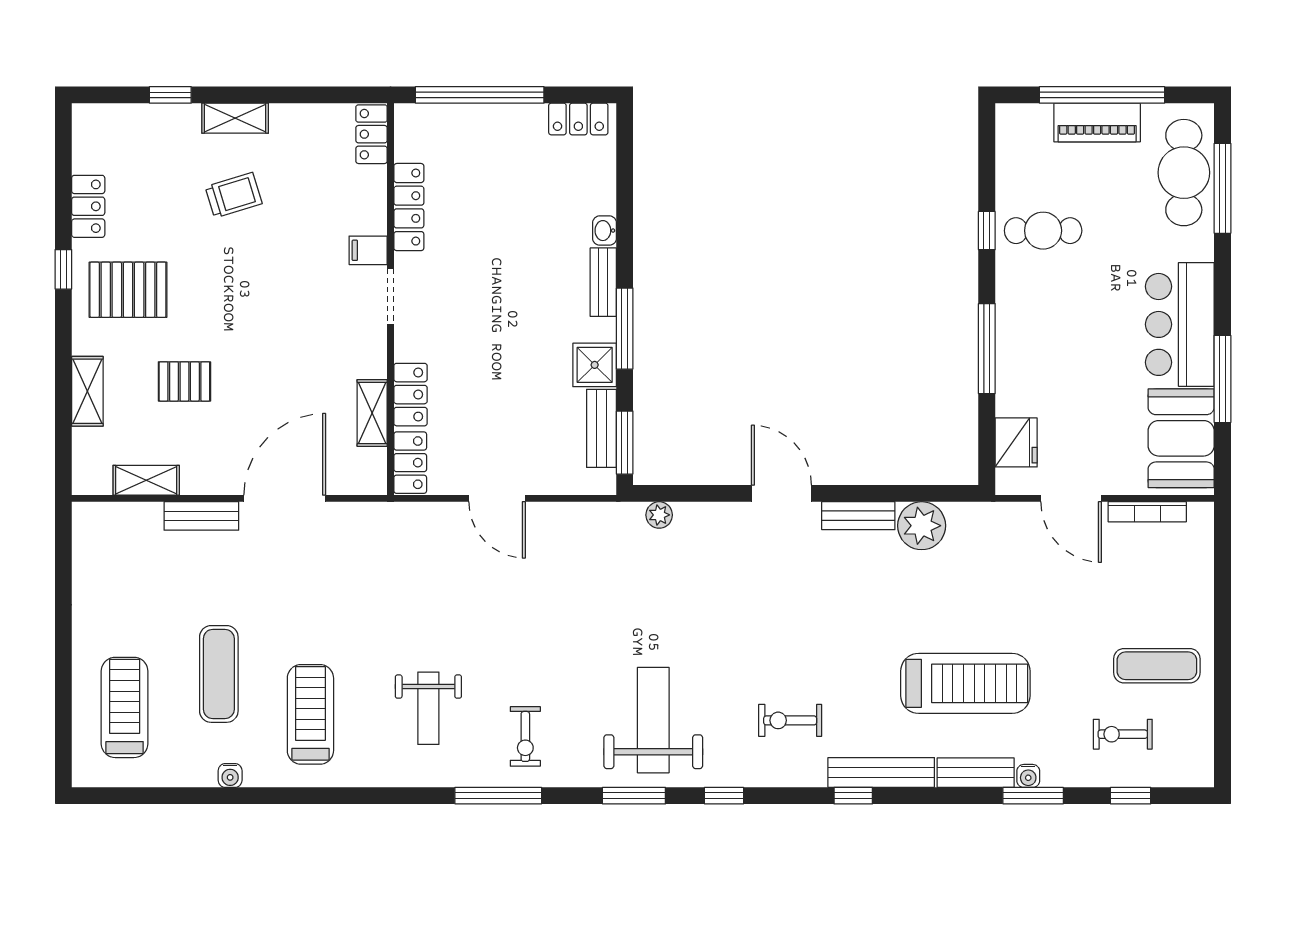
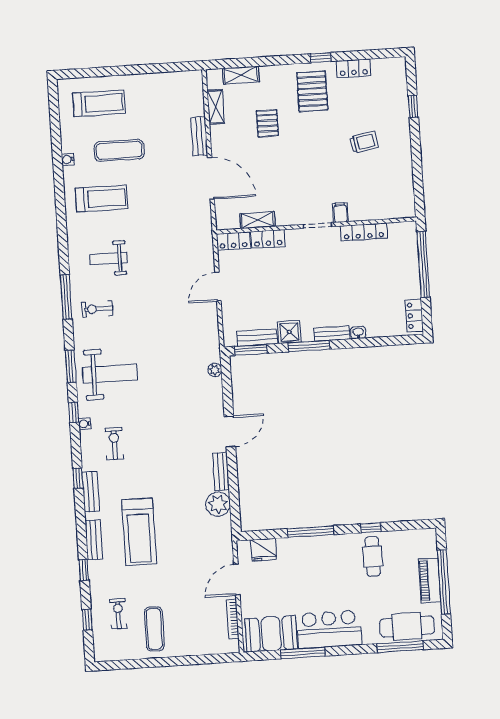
shelving: (235, 118) -> (403, 140), removed
locker: (372, 134) -> (400, 210), removed
trolley: (234, 195) -> (364, 142), turned -83
shelving: (87, 391) -> (241, 75), moved
bench: (881, 772) -> (91, 492), width x0.73
water cooler: (1028, 776) -> (85, 424), moved
window: (1033, 796) -> (84, 570), width x0.67

